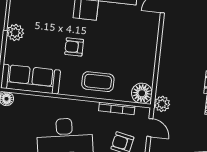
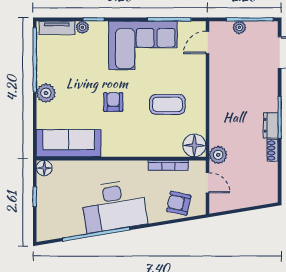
armchair: (74, 47) -> (113, 102), turned 90
coffee table: (98, 82) -> (167, 104), moved

